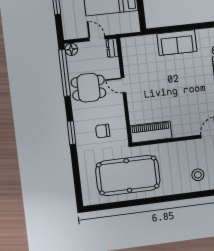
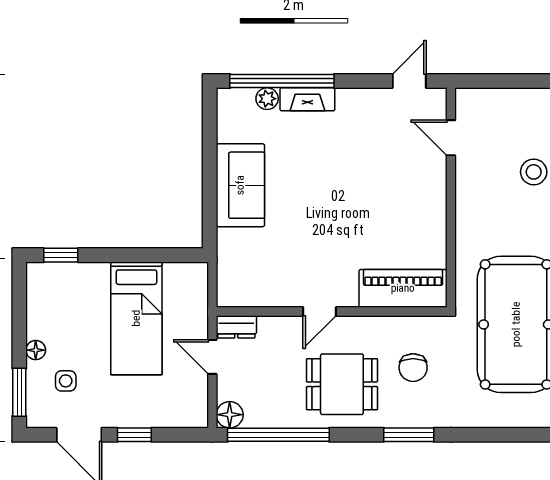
door: (97, 38) -> (212, 357), hinge flipped
dining table: (88, 88) -> (342, 384), moved, turned 90
piano: (151, 132) -> (403, 288), moved, turned 90

